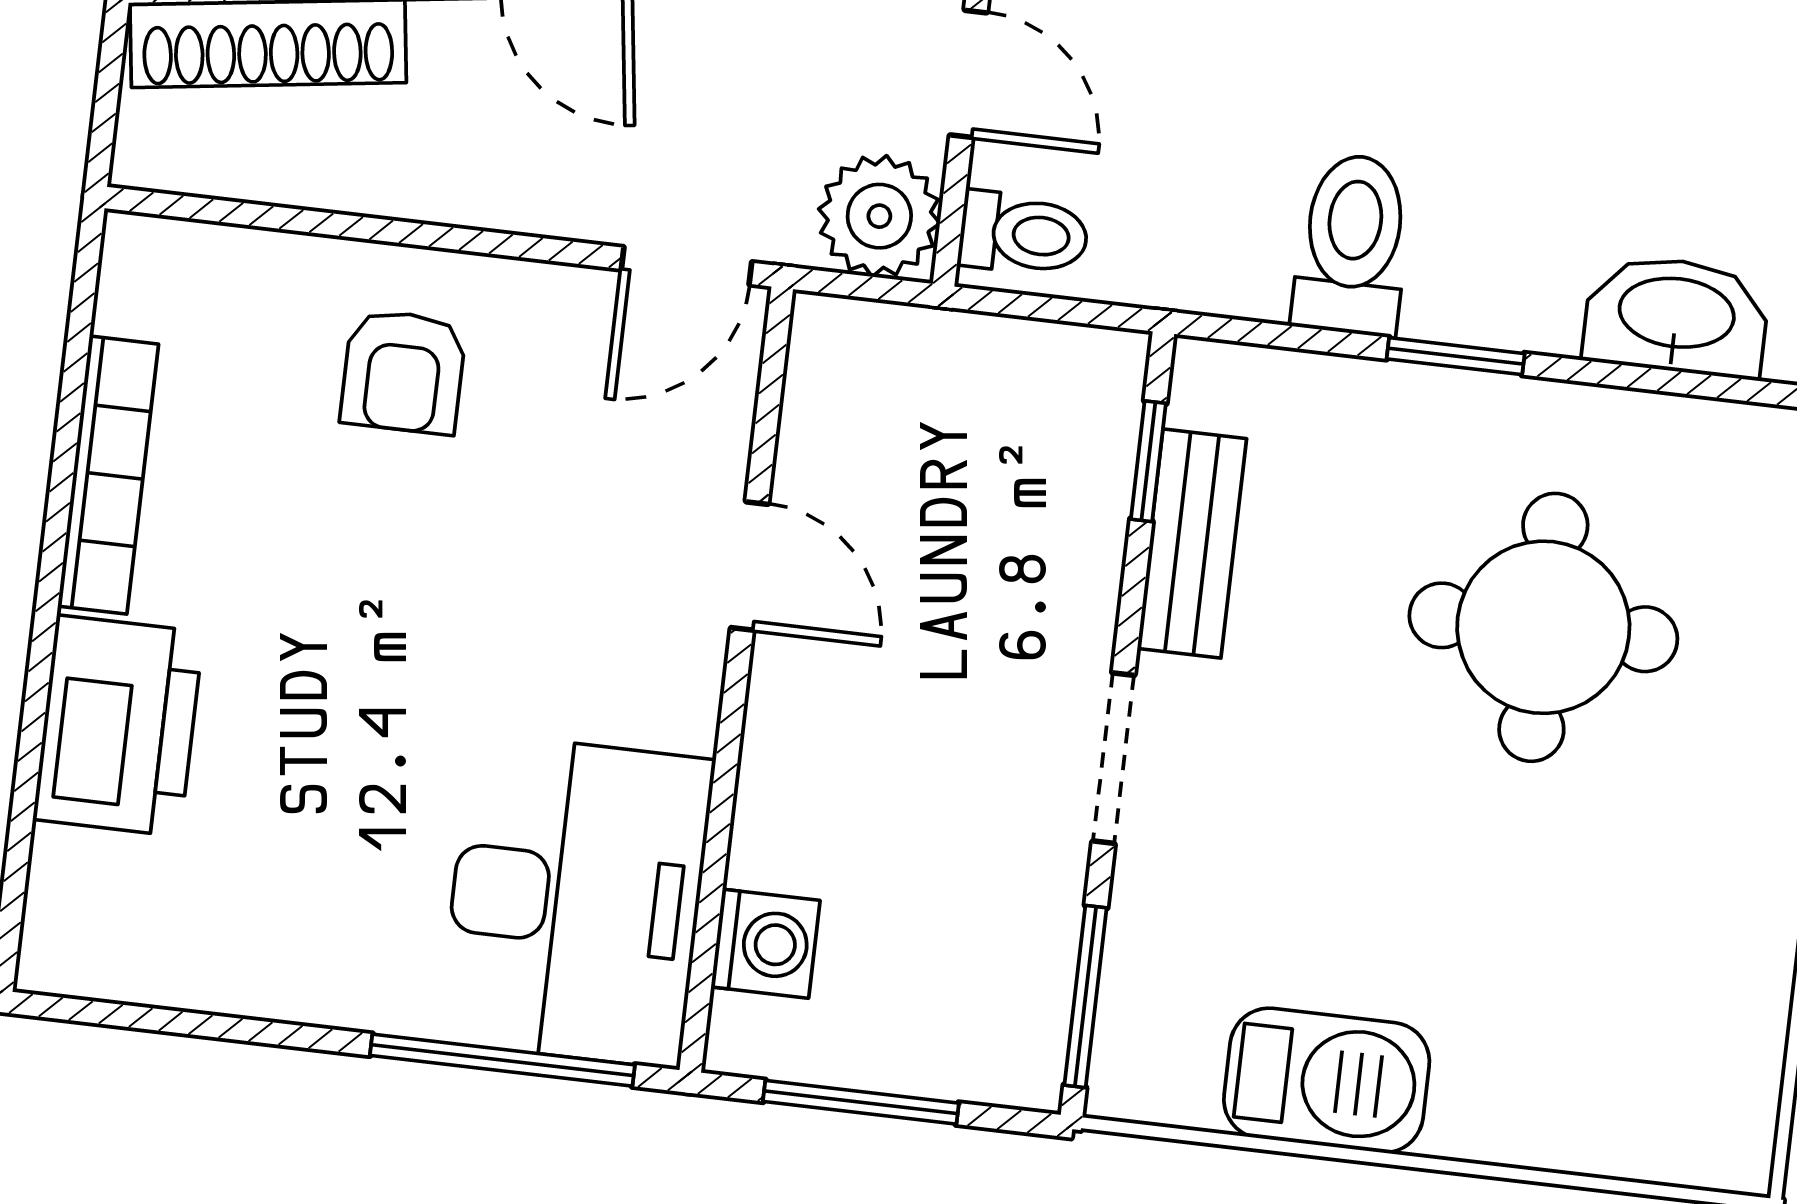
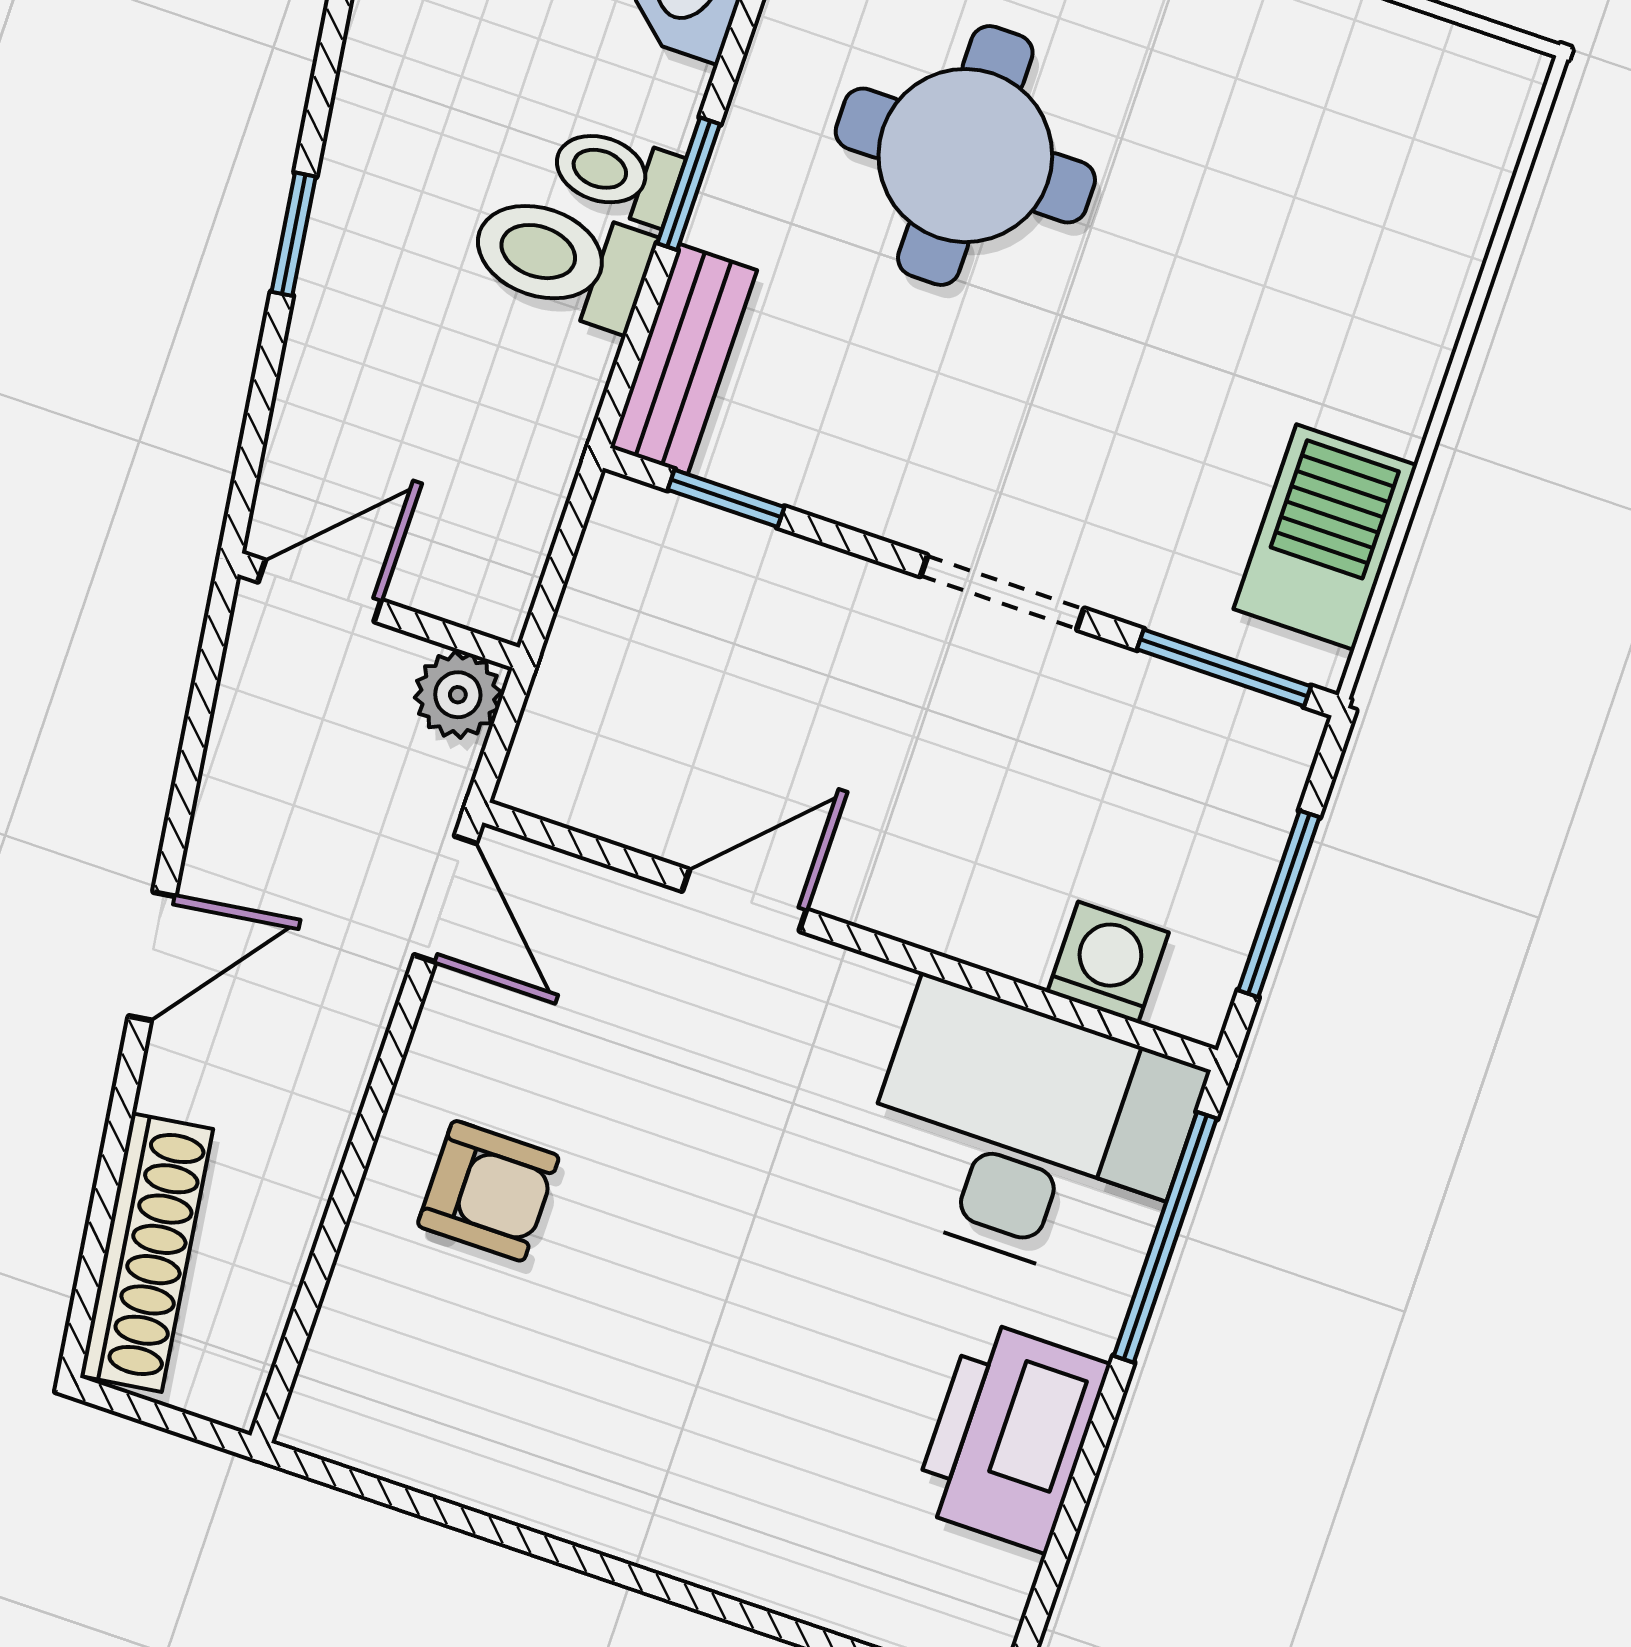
plant: (879, 216) -> (458, 695), width x0.73, depth x0.73
toilet: (1024, 234) -> (616, 174), moved, turned -90
bookcase: (108, 475) -> (527, 1494), removed
bench: (1192, 543) -> (683, 359), moved, turned 90
printer: (118, 726) -> (1010, 1436), moved, turned -90
barbecue: (1327, 1080) -> (1325, 537), moved

